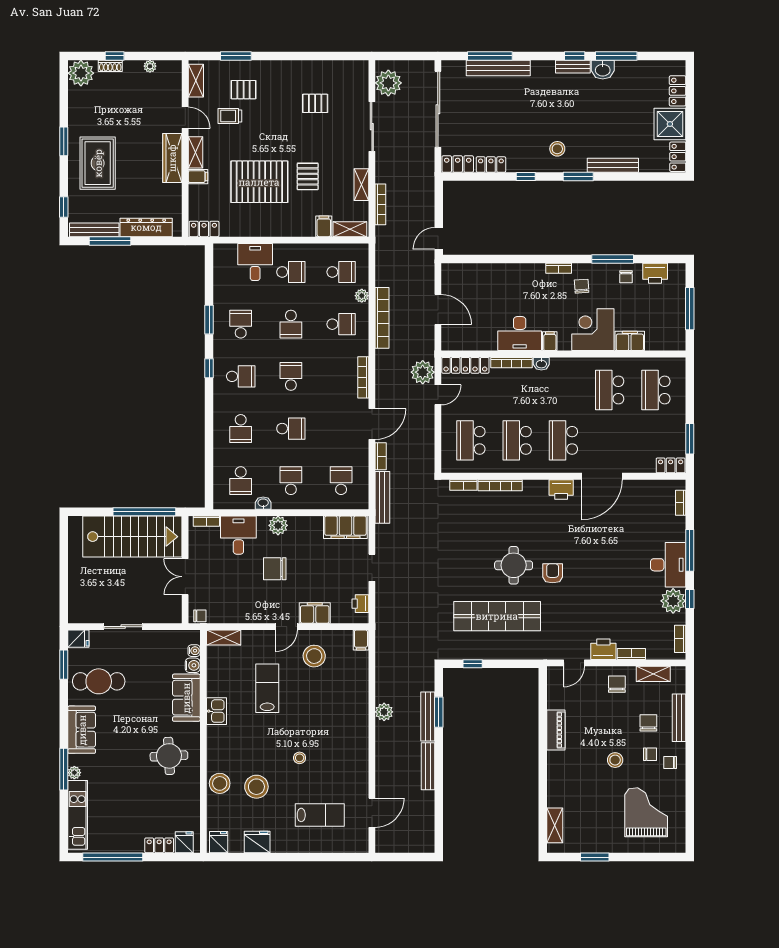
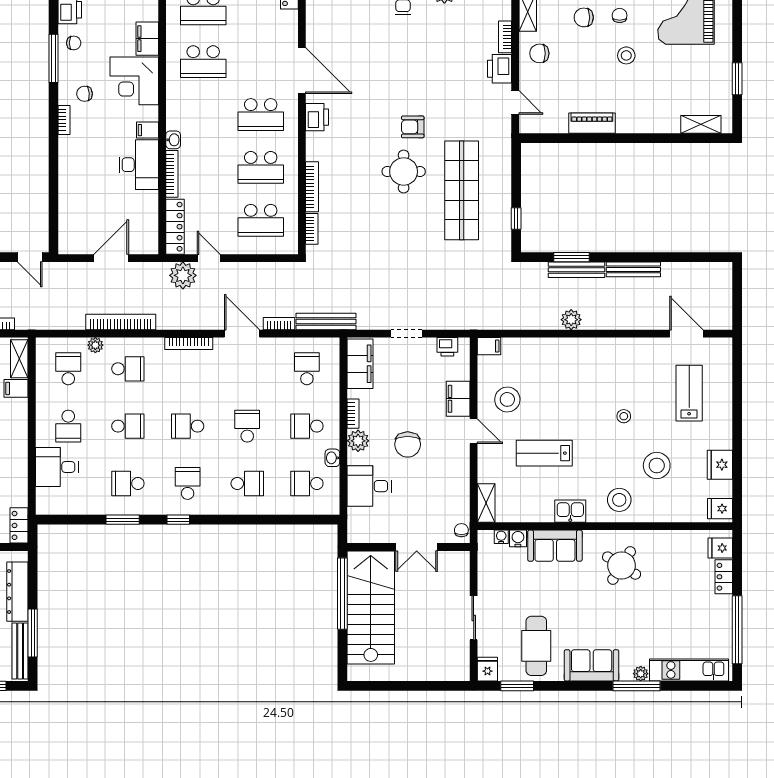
school desk: (291, 272) -> (68, 426), turned 180
school desk: (341, 324) -> (128, 369), turned 90
school desk: (241, 481) -> (307, 483), turned 180
school desk: (341, 481) -> (307, 369), turned 90
bookcase: (206, 521) -> (353, 414), moved
round table: (169, 756) -> (622, 566), turned 35
stool: (220, 783) -> (619, 500), moved

